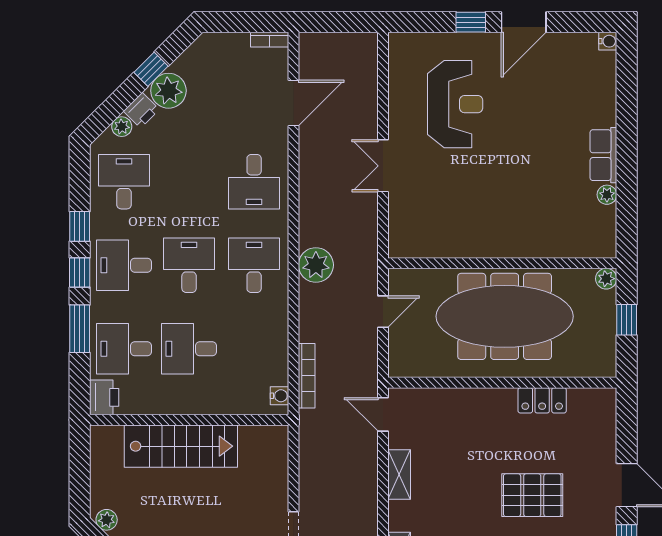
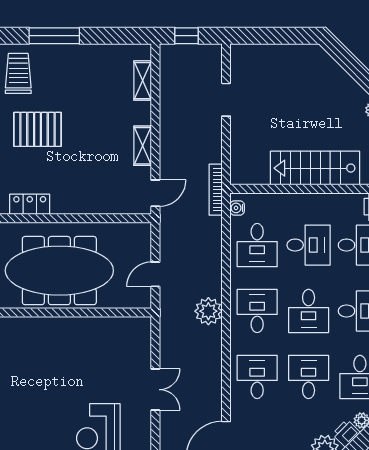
desk: (189, 182) -> (309, 377), added
desk: (254, 265) -> (257, 311), turned 180
desk: (254, 349) -> (257, 245), added
bookcase: (307, 376) -> (216, 190), moved
door: (383, 414) -> (155, 193), hinge flipped

